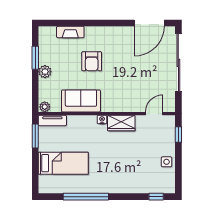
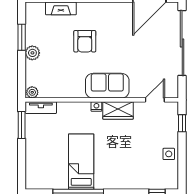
sofa: (81, 101) -> (107, 86), moved
bed: (63, 163) -> (81, 162), moved, turned -90

